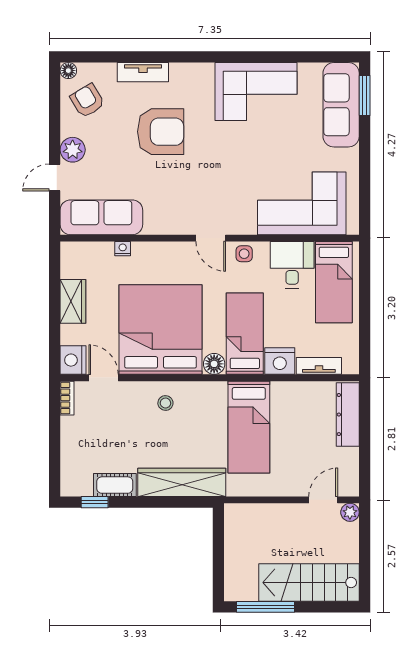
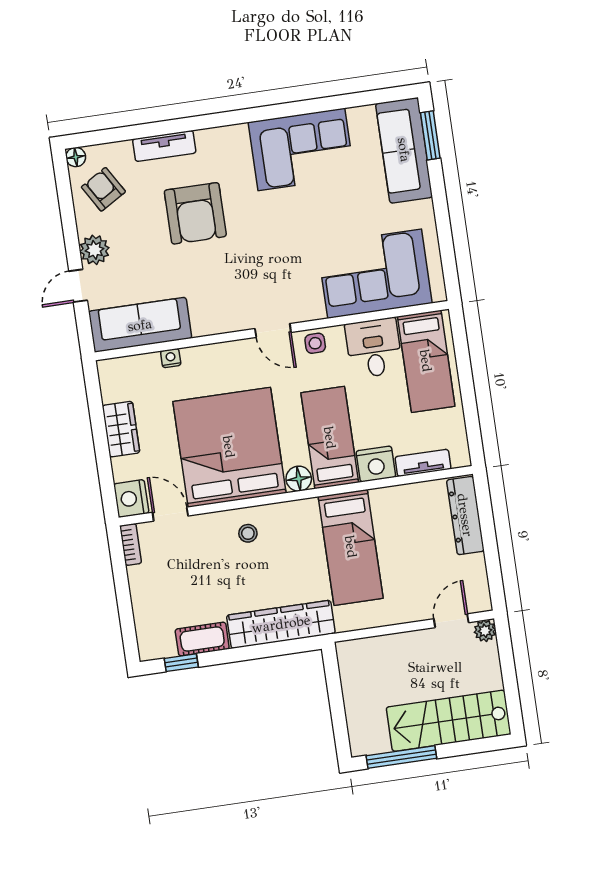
armchair: (161, 132) -> (195, 213), turned 90

